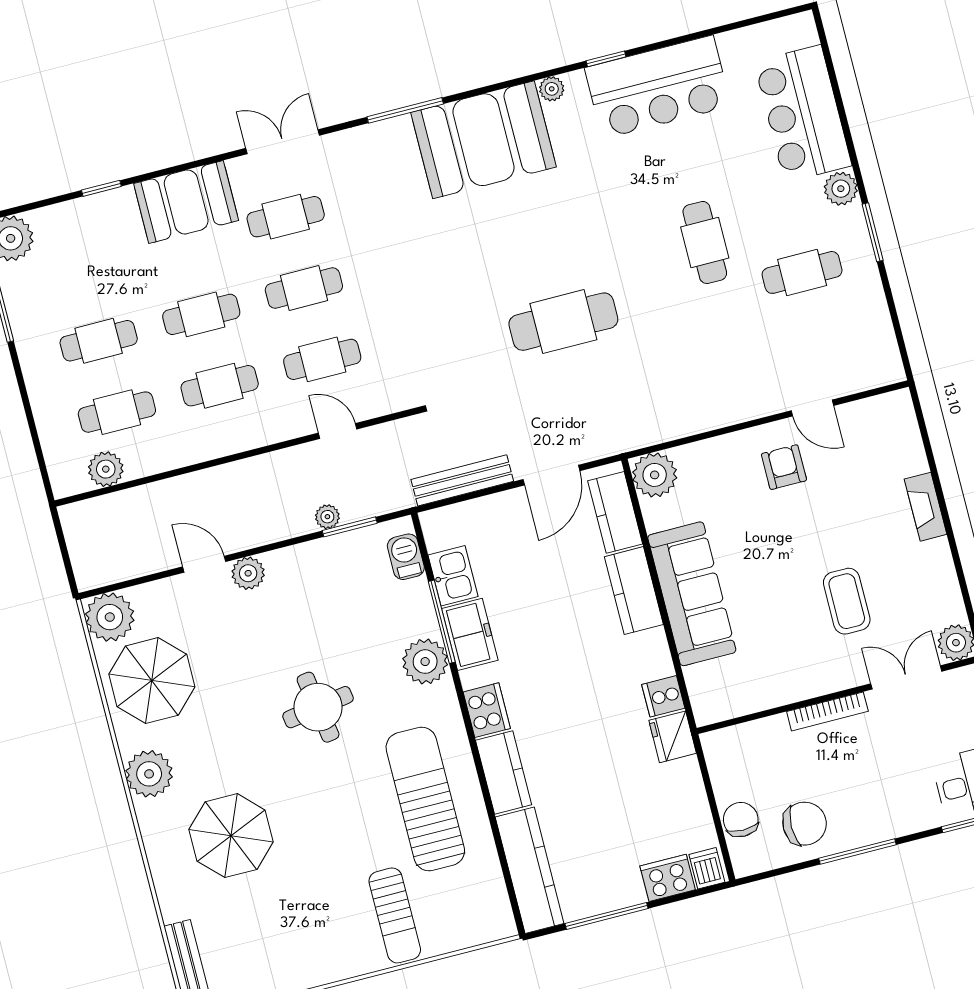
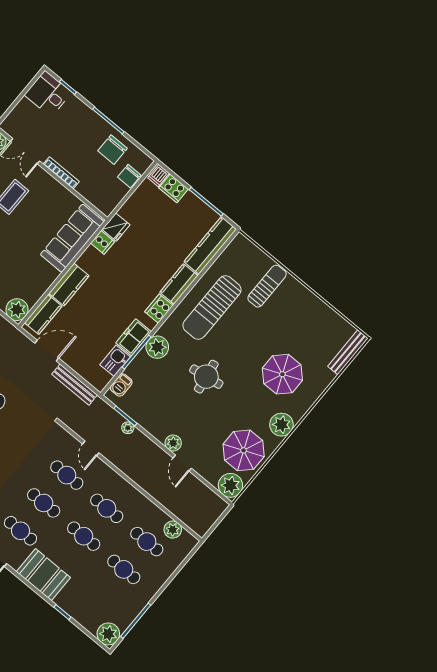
sofa: (692, 594) -> (72, 238), moved
chair: (805, 824) -> (113, 150), turned -90

